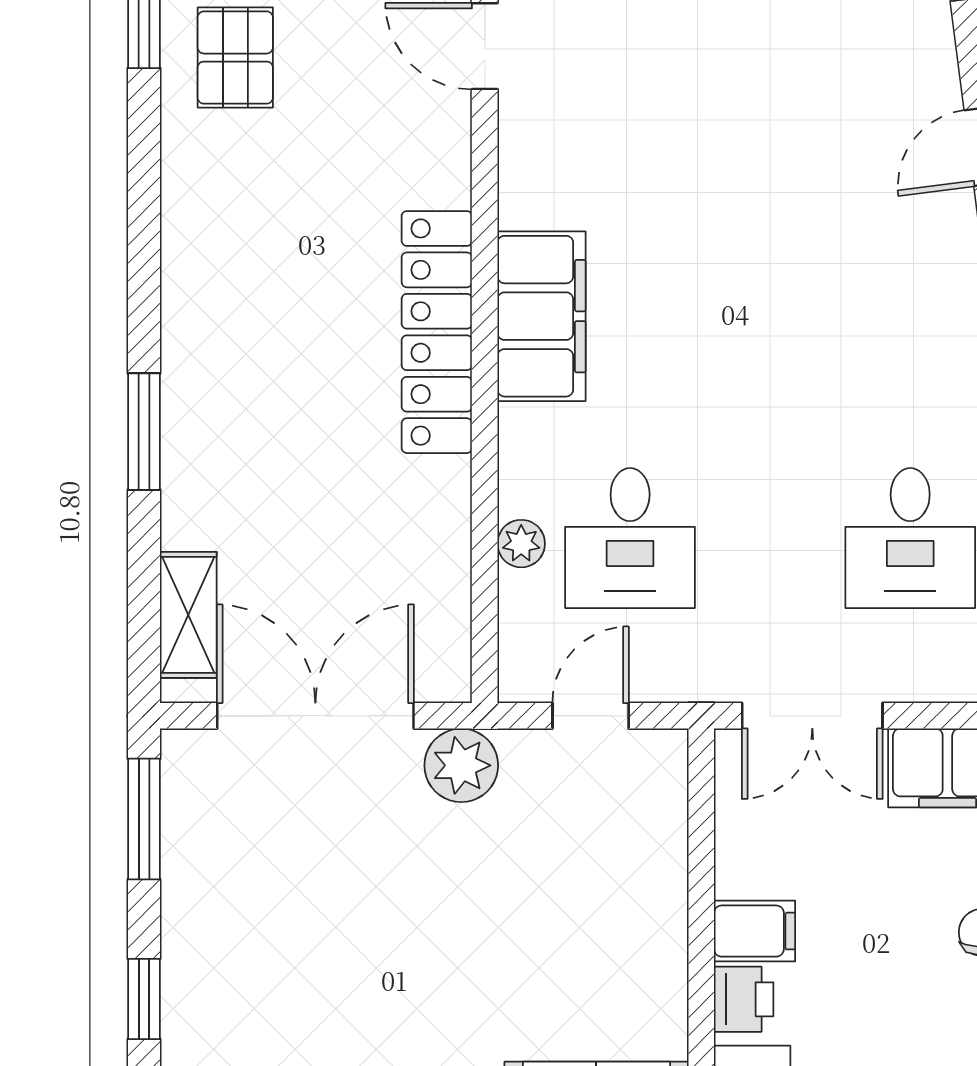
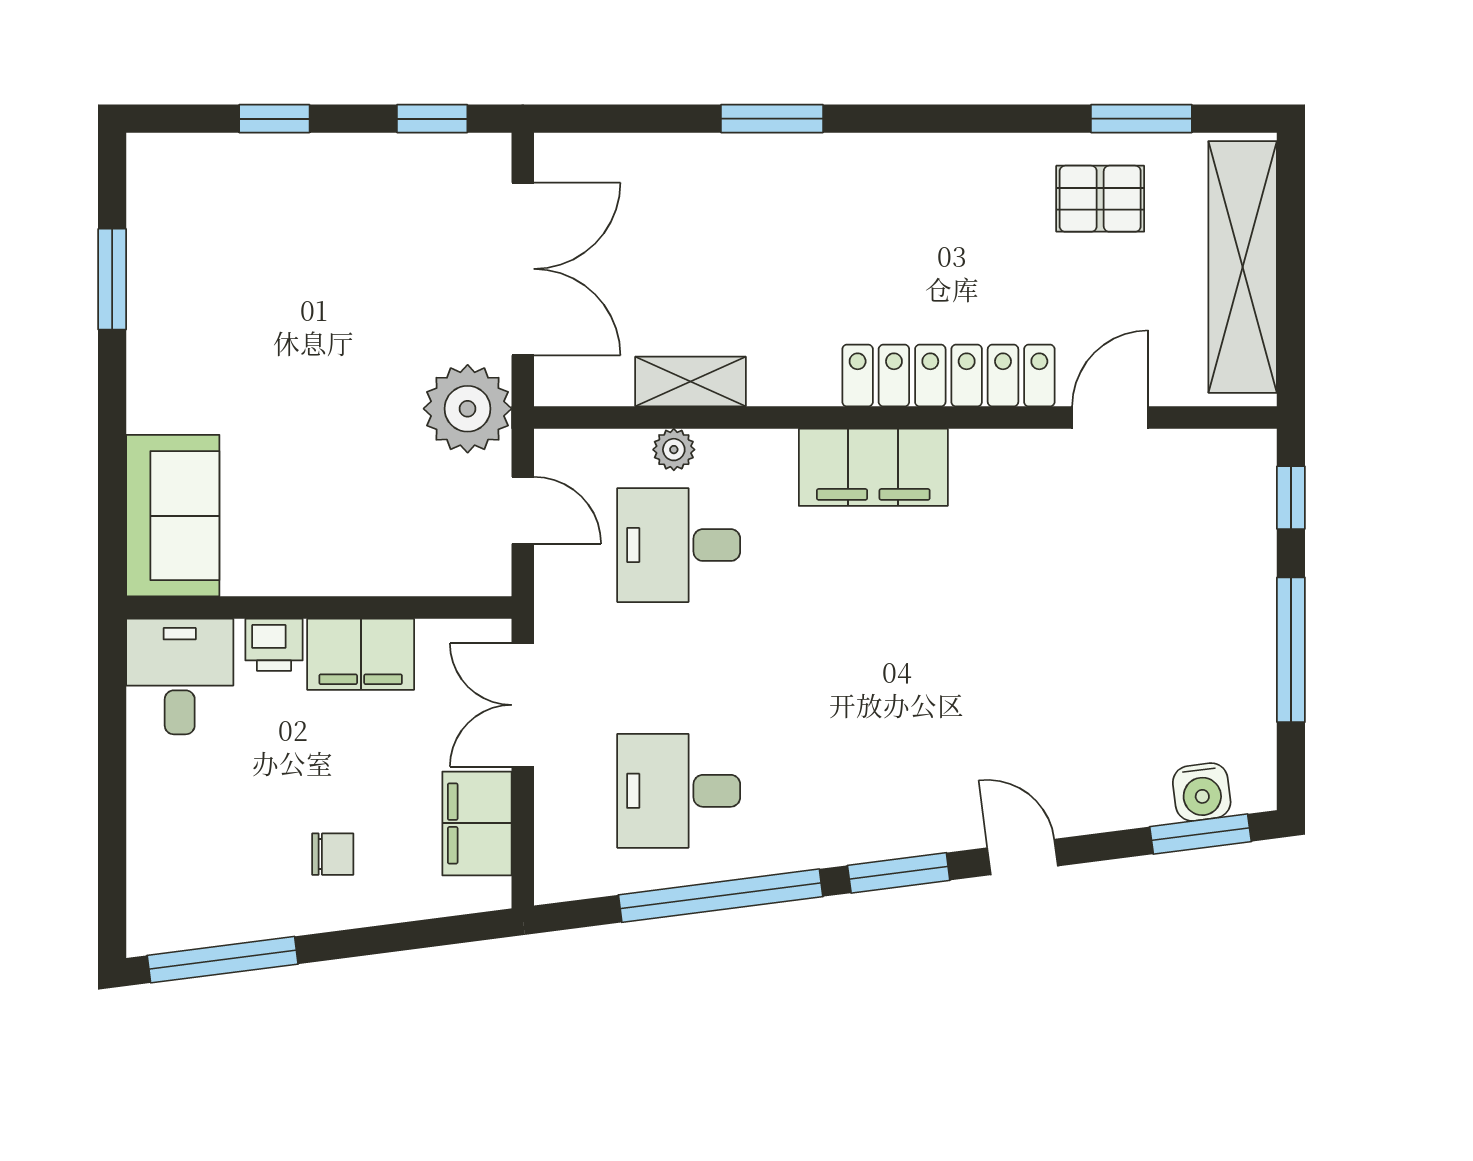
locker: (437, 332) -> (948, 376), moved
shelving: (188, 615) -> (691, 381), moved
plant: (461, 765) -> (468, 409), width x1.36, depth x1.36
window: (144, 819) -> (432, 119), width x0.67
filing cabinet: (755, 931) -> (361, 654), width x2.00

